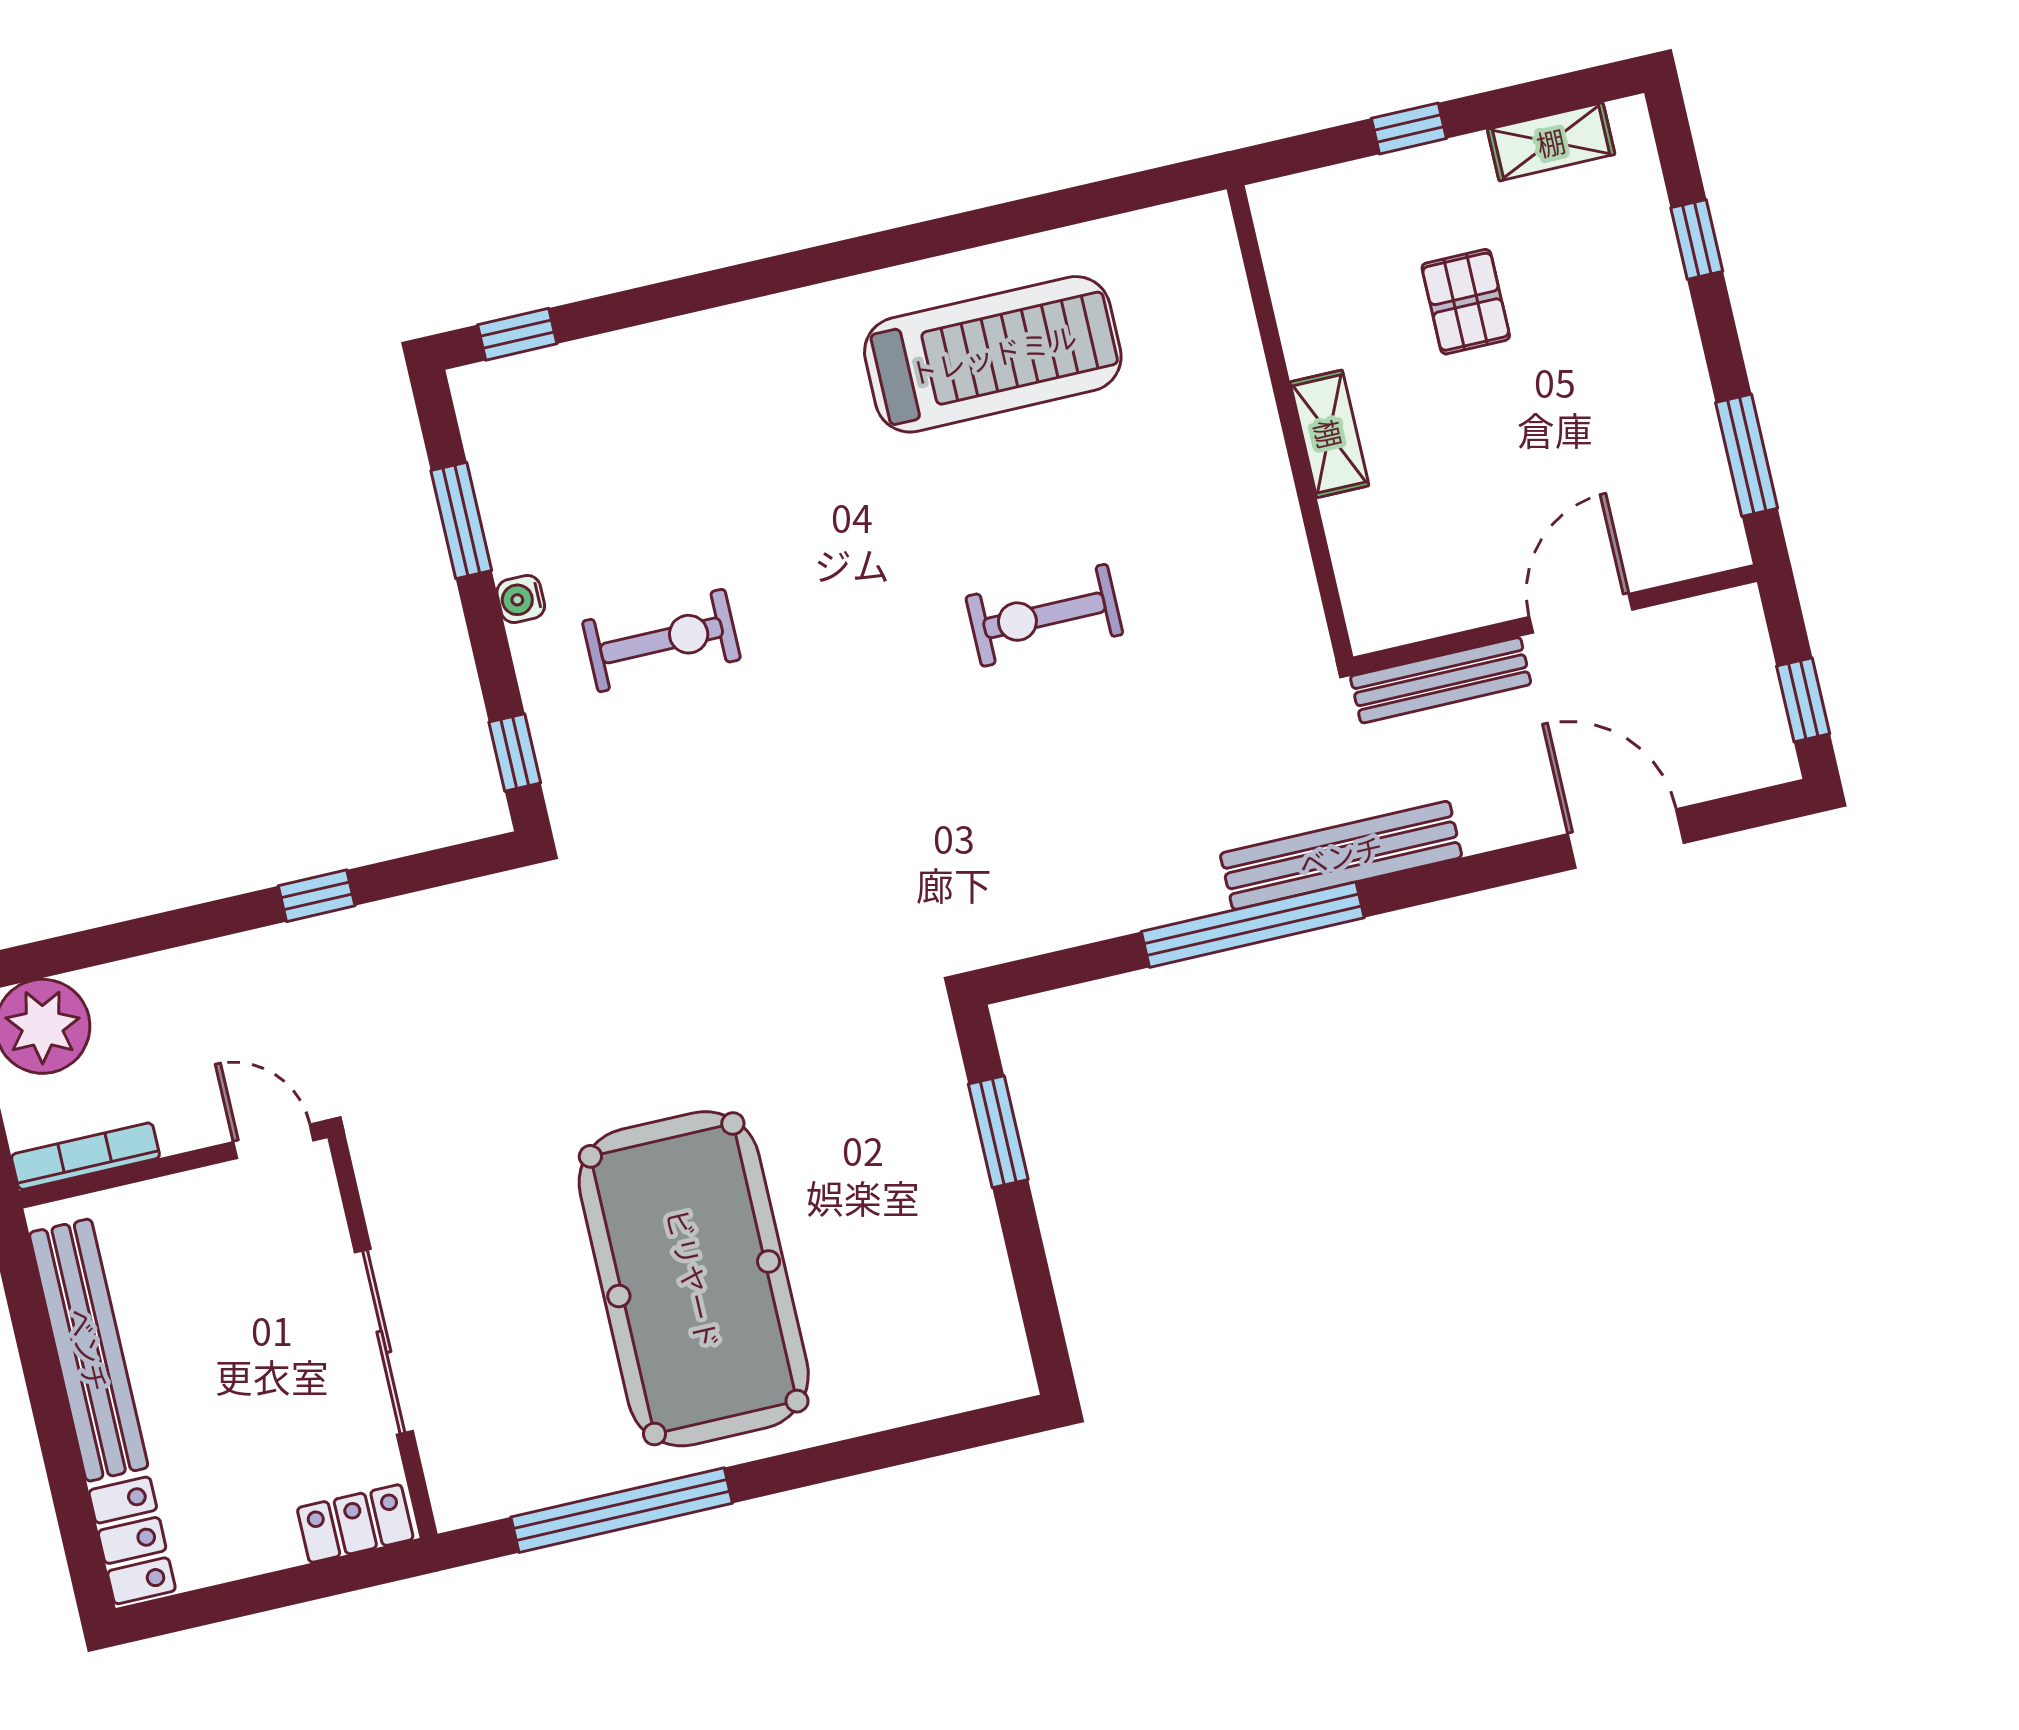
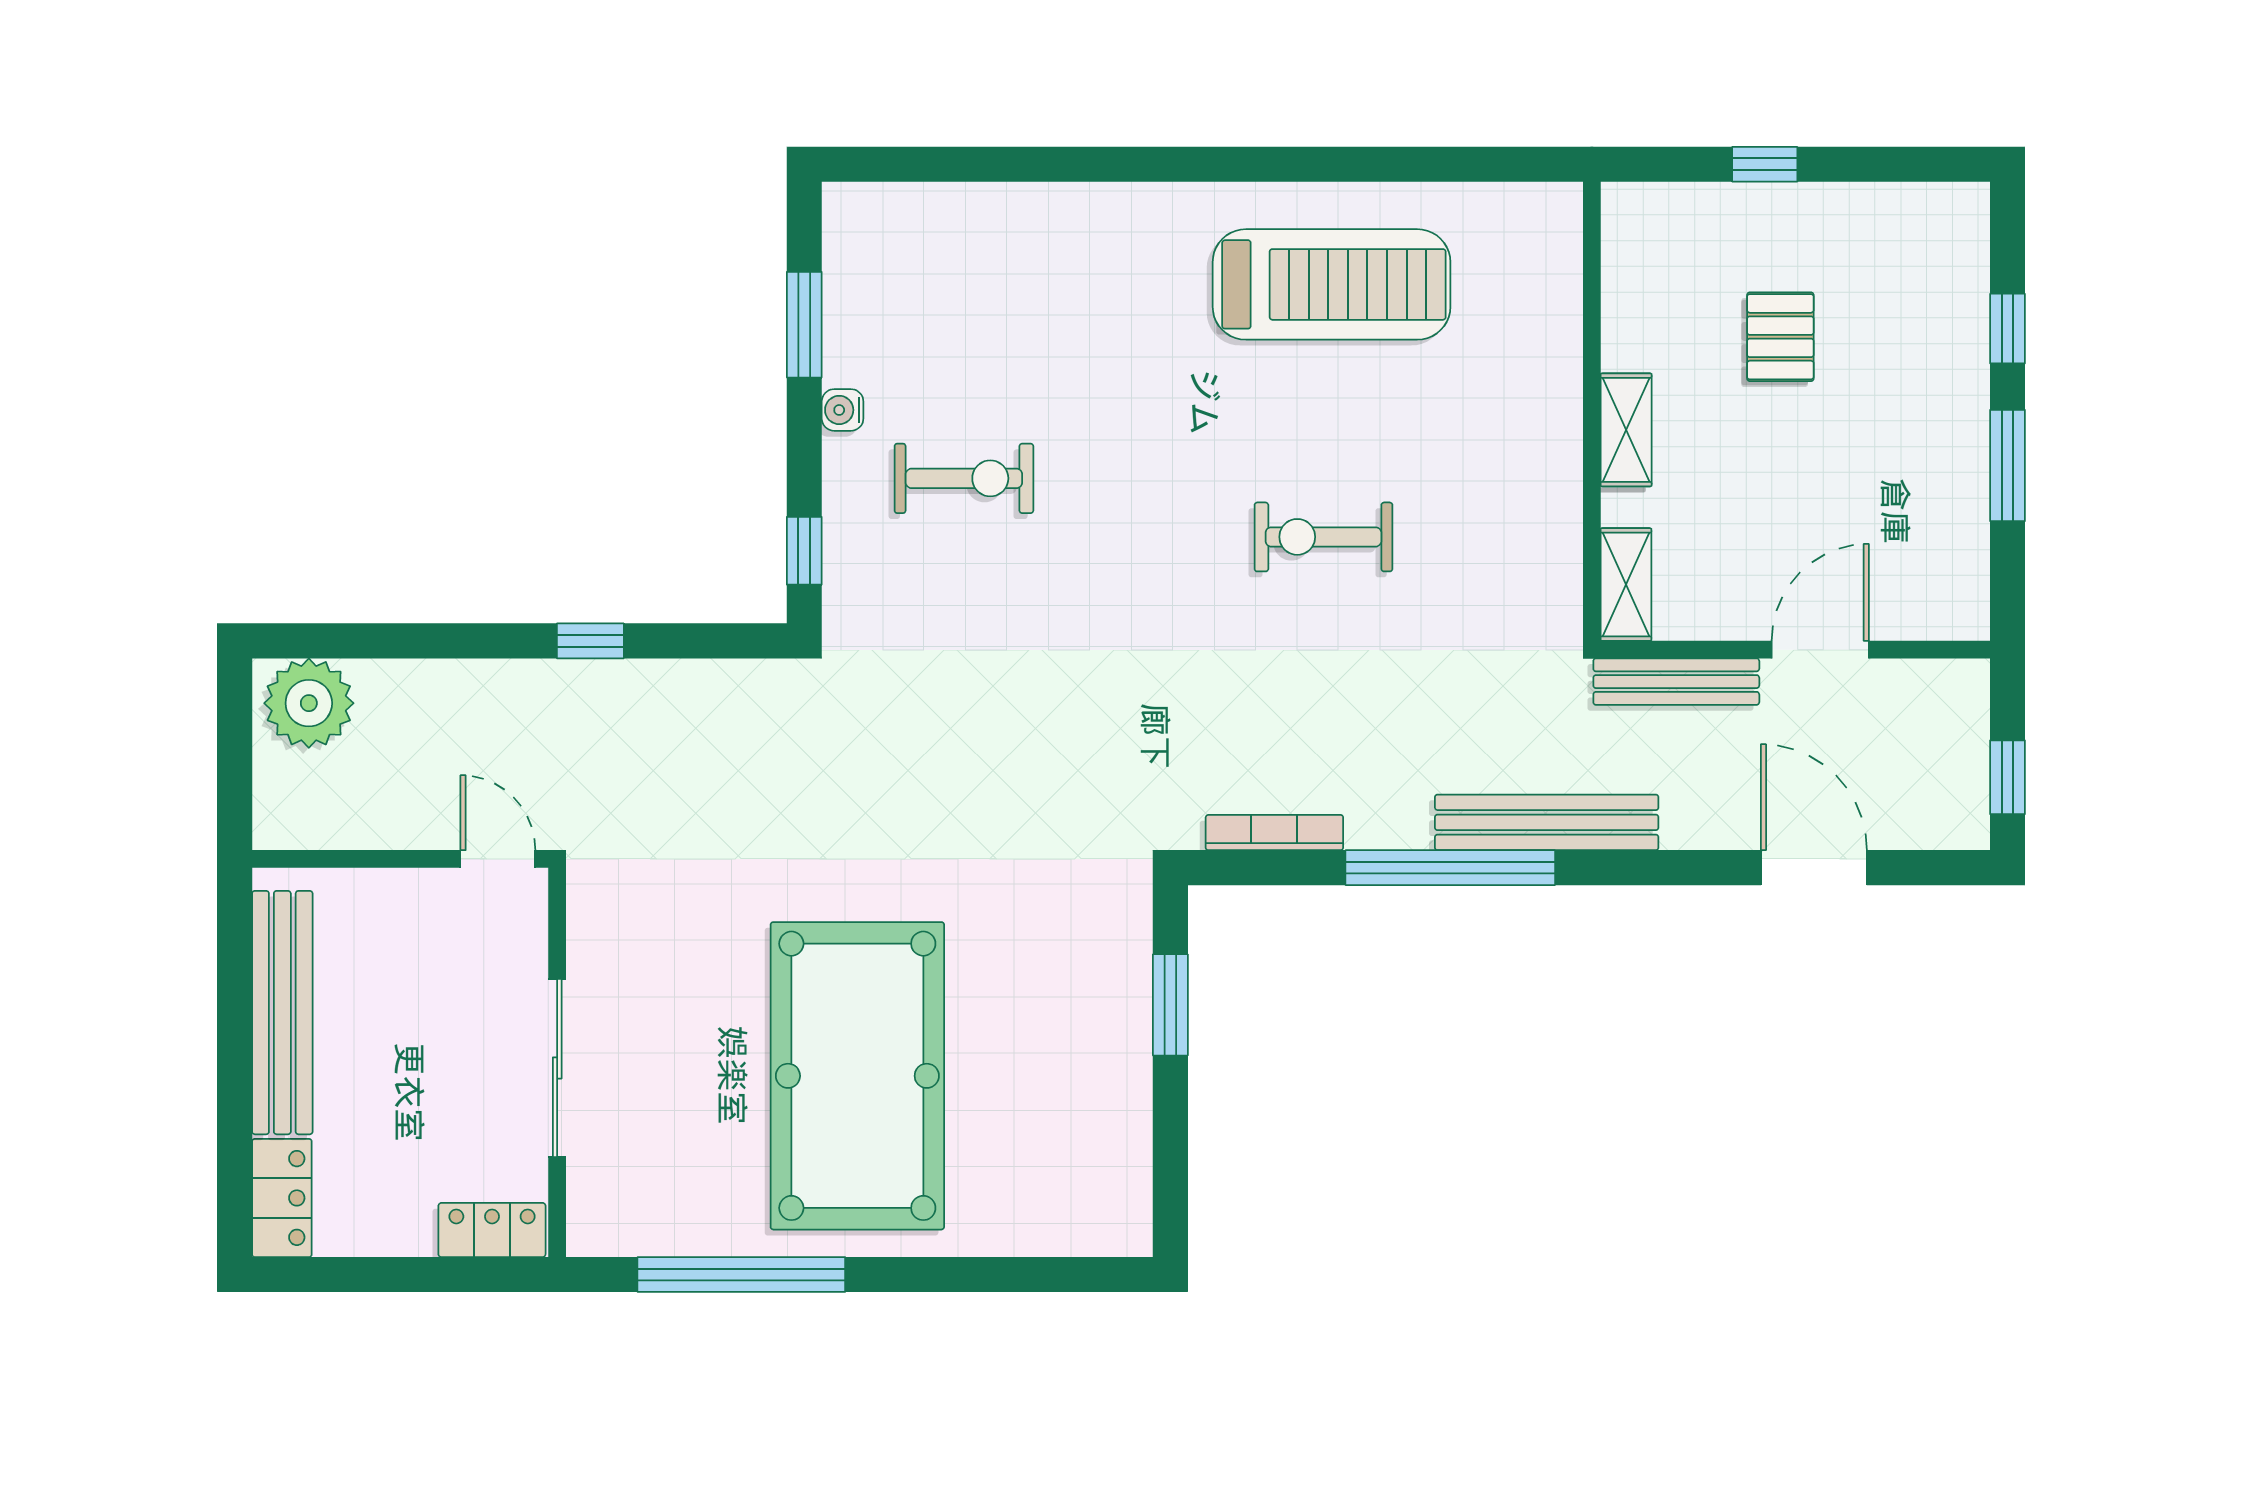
shelving: (1551, 142) -> (1626, 585), moved, turned 90
window: (517, 334) -> (896, 164), removed
window: (1747, 455) -> (2007, 465), moved
bookcase: (86, 1156) -> (1274, 833), moved

